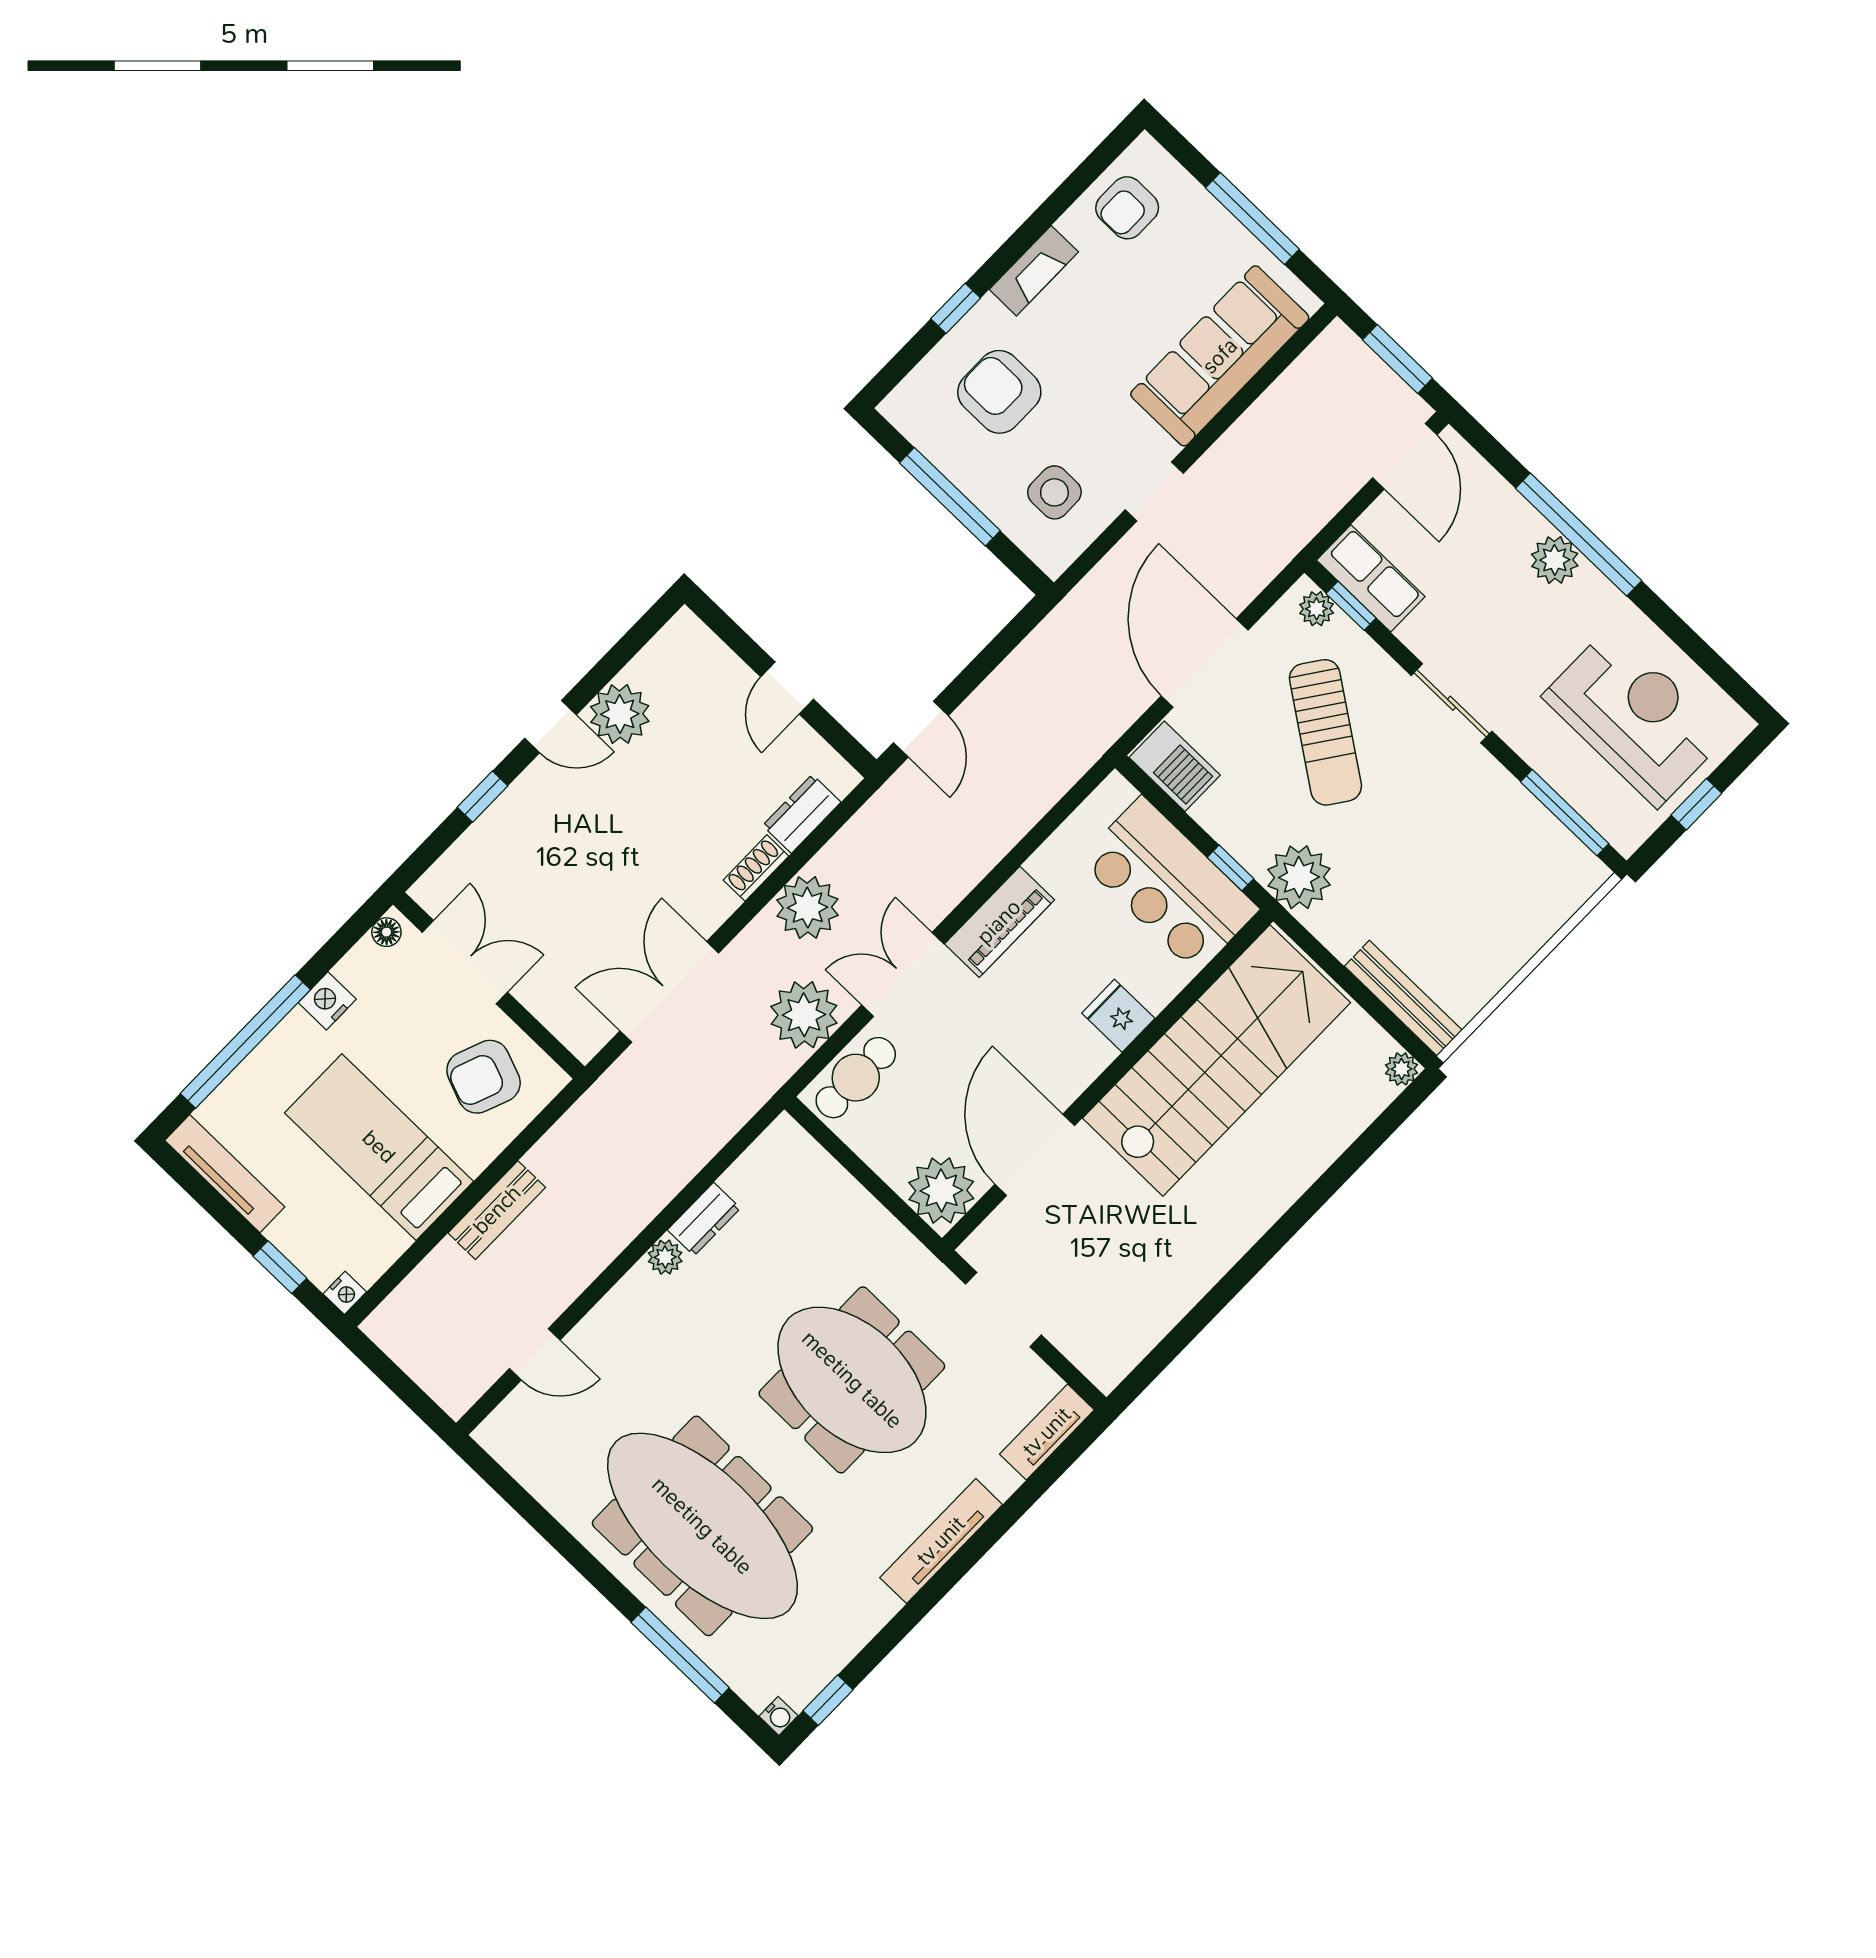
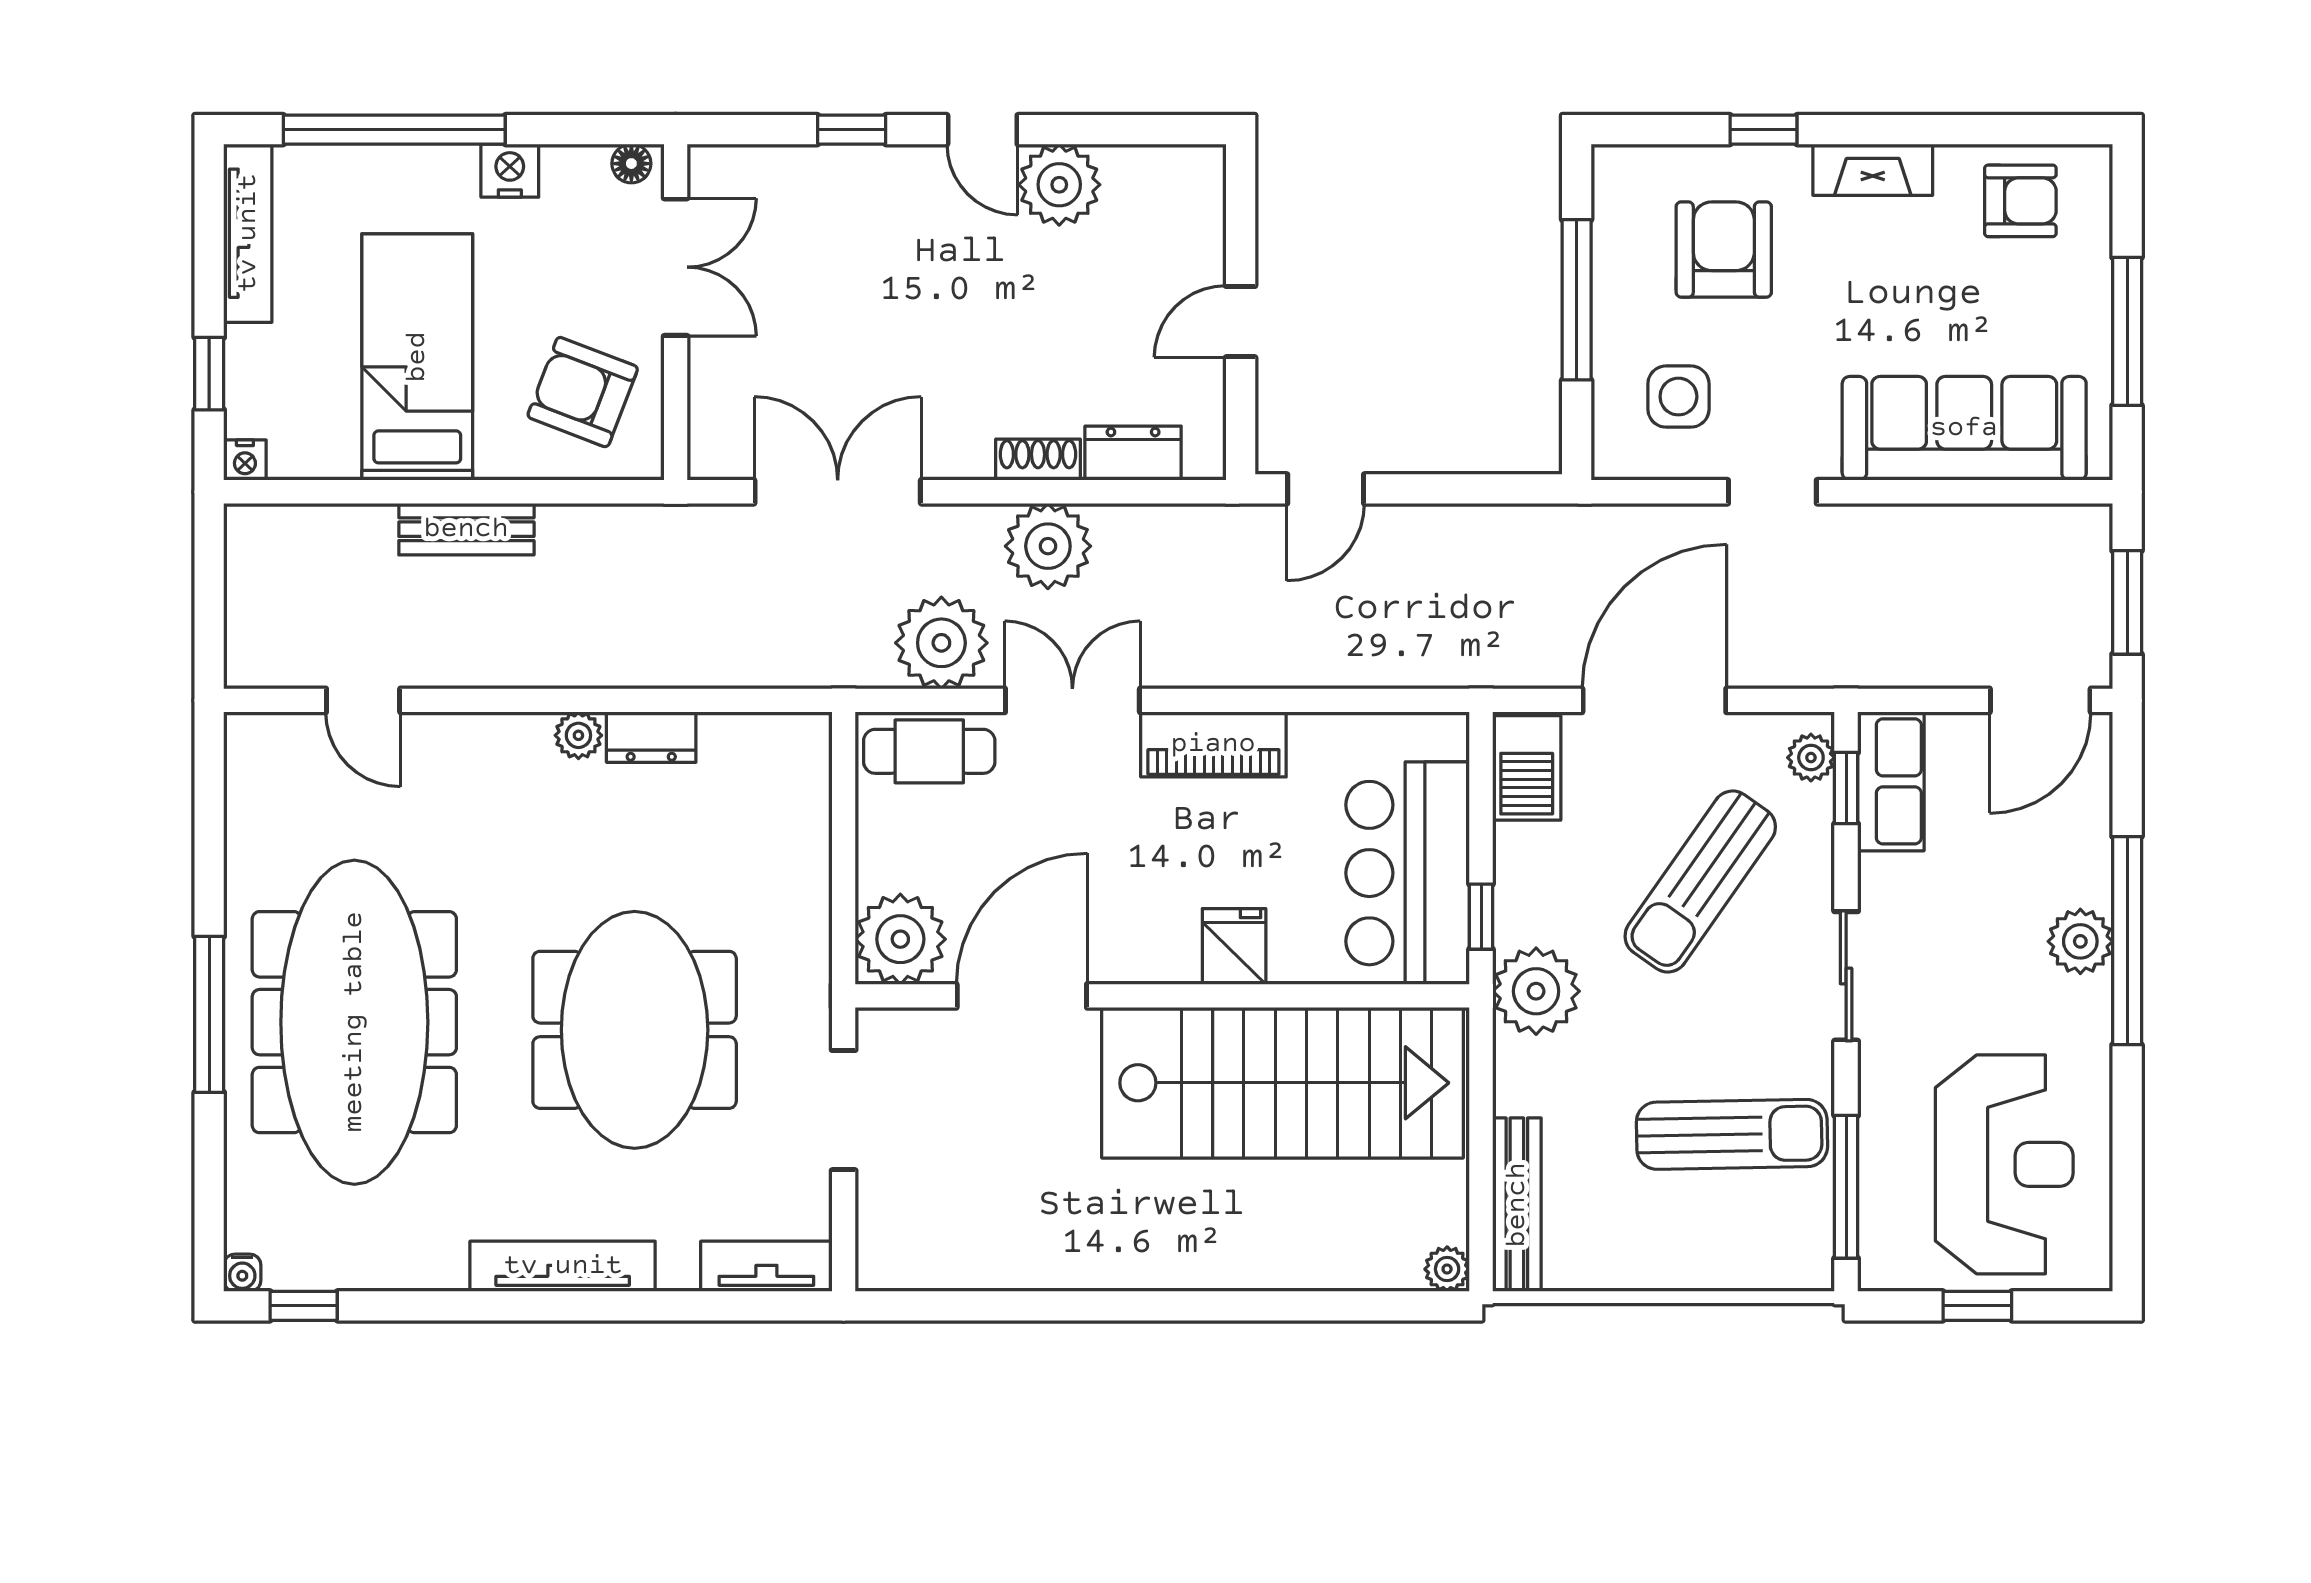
armchair: (1127, 208) -> (2020, 201), turned 180
sun lounger: (1477, 847) -> (1732, 1134), added
window: (680, 1655) -> (209, 1014), moved

